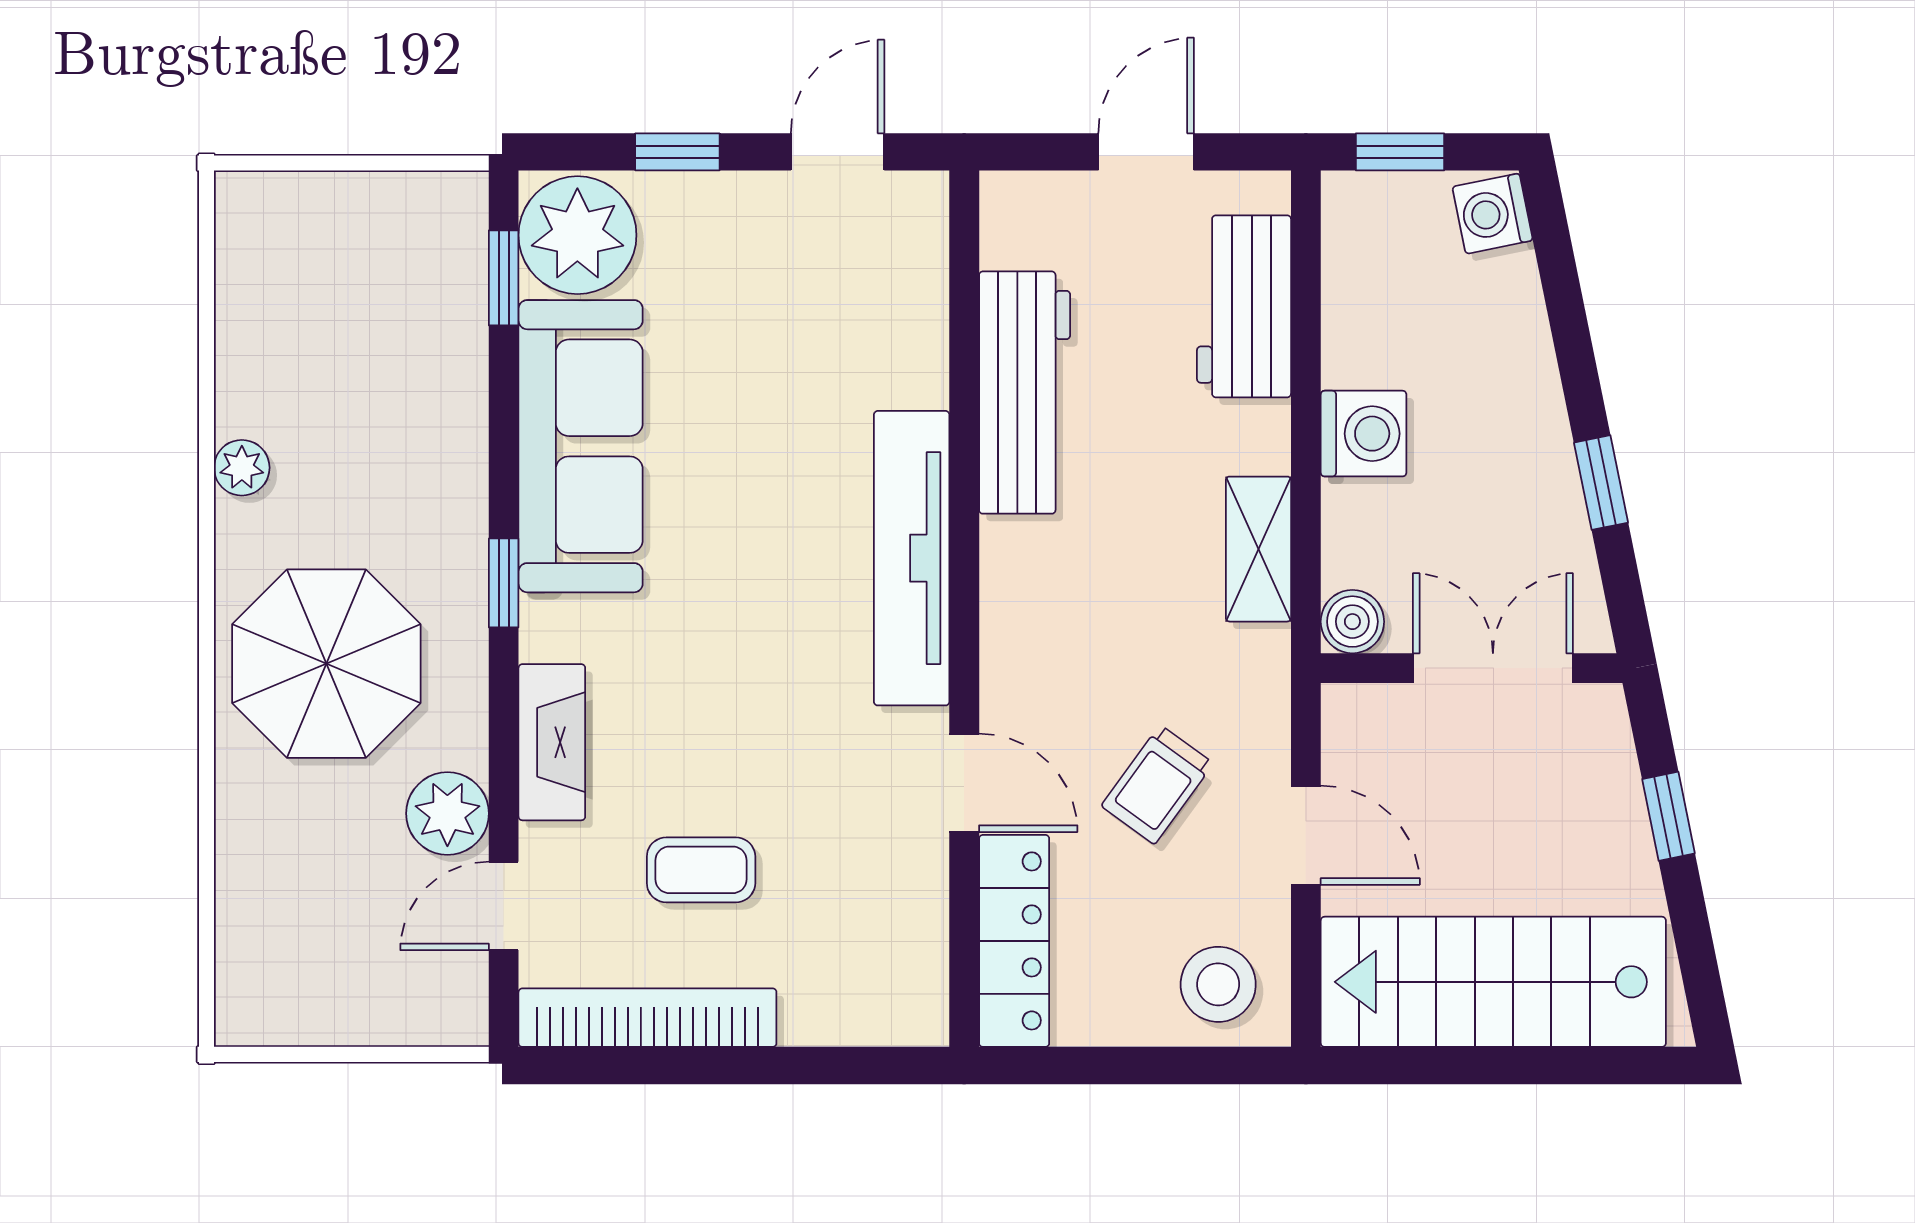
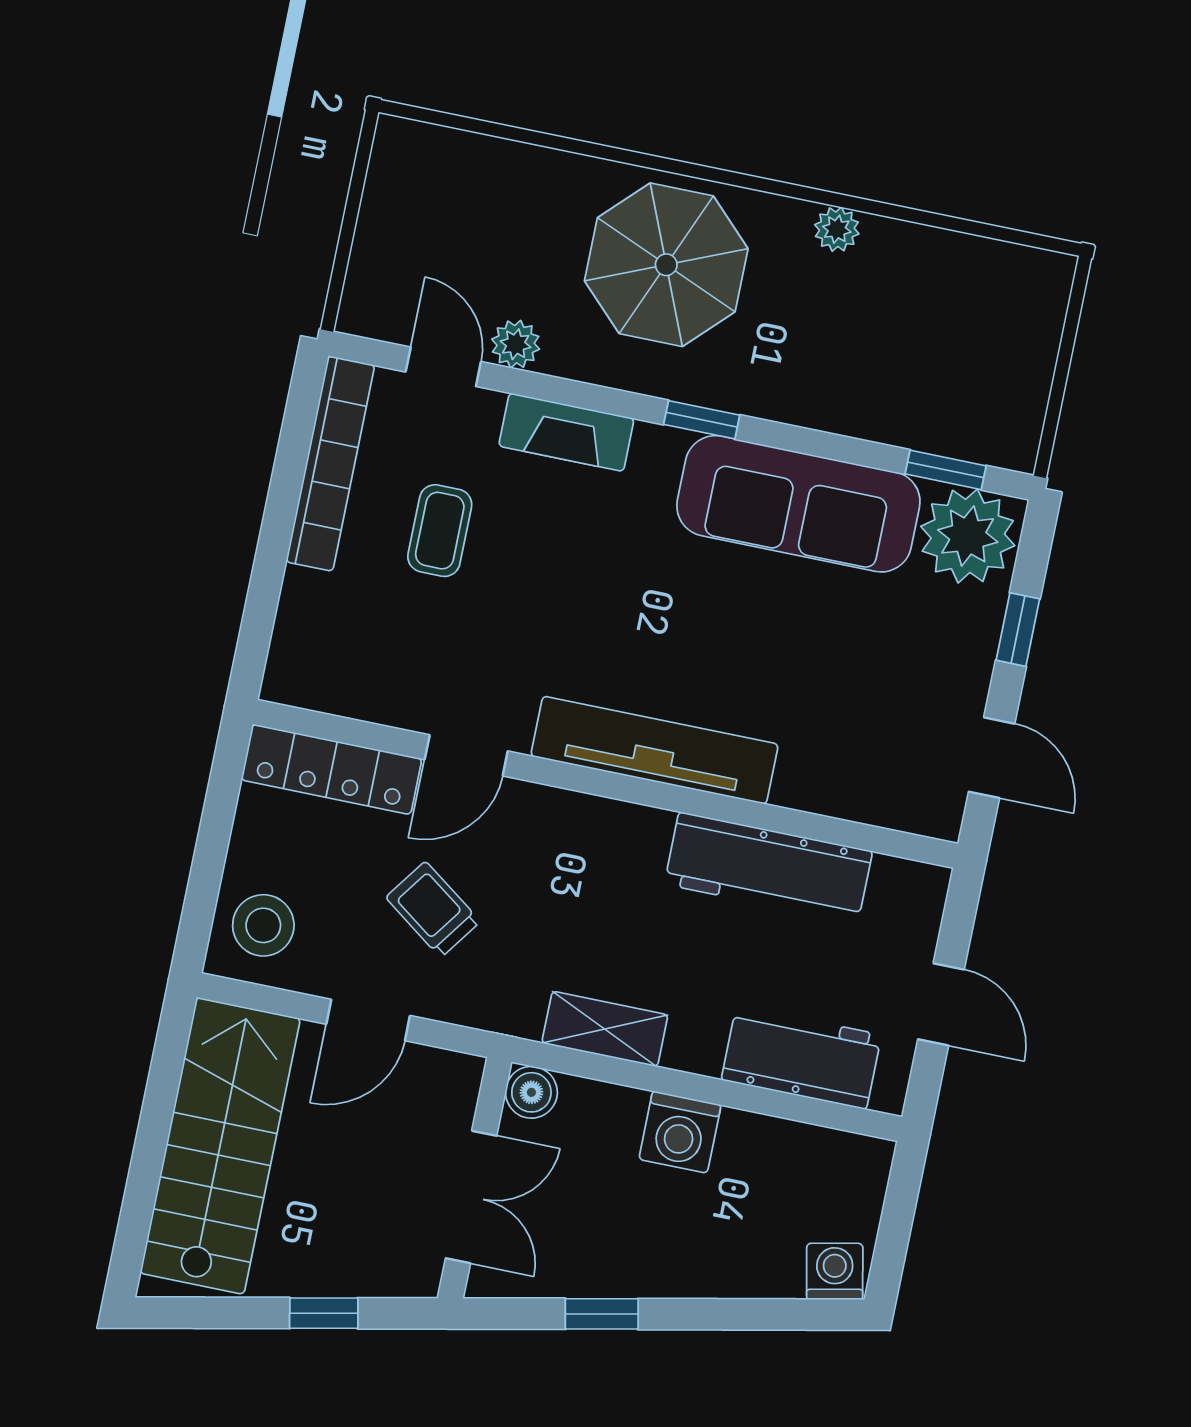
window: (1400, 152) -> (899, 1207), removed
plant: (447, 813) -> (516, 344), width x0.73, depth x0.73

